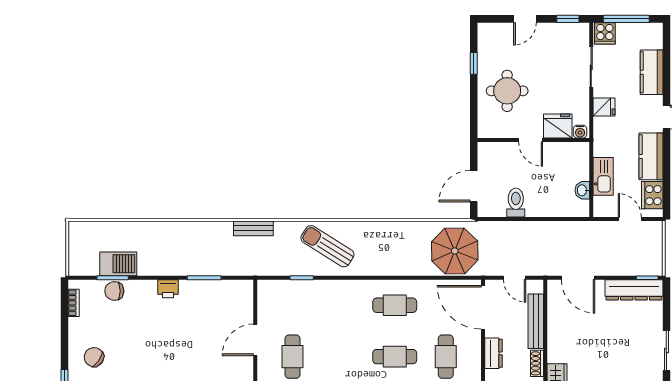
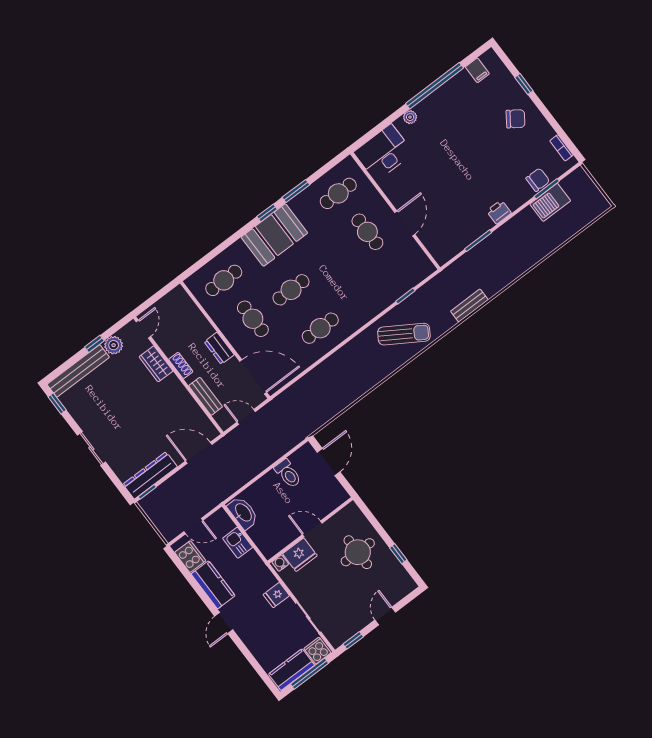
kitchen counter: (652, 72) -> (292, 670), moved, turned -90
kitchen sink: (603, 176) -> (238, 543), width x0.73
washbasin: (582, 190) -> (243, 513), width x1.91, depth x1.45
parasol: (455, 251) -> (306, 403), removed
bench: (536, 321) -> (206, 396), width x0.73

